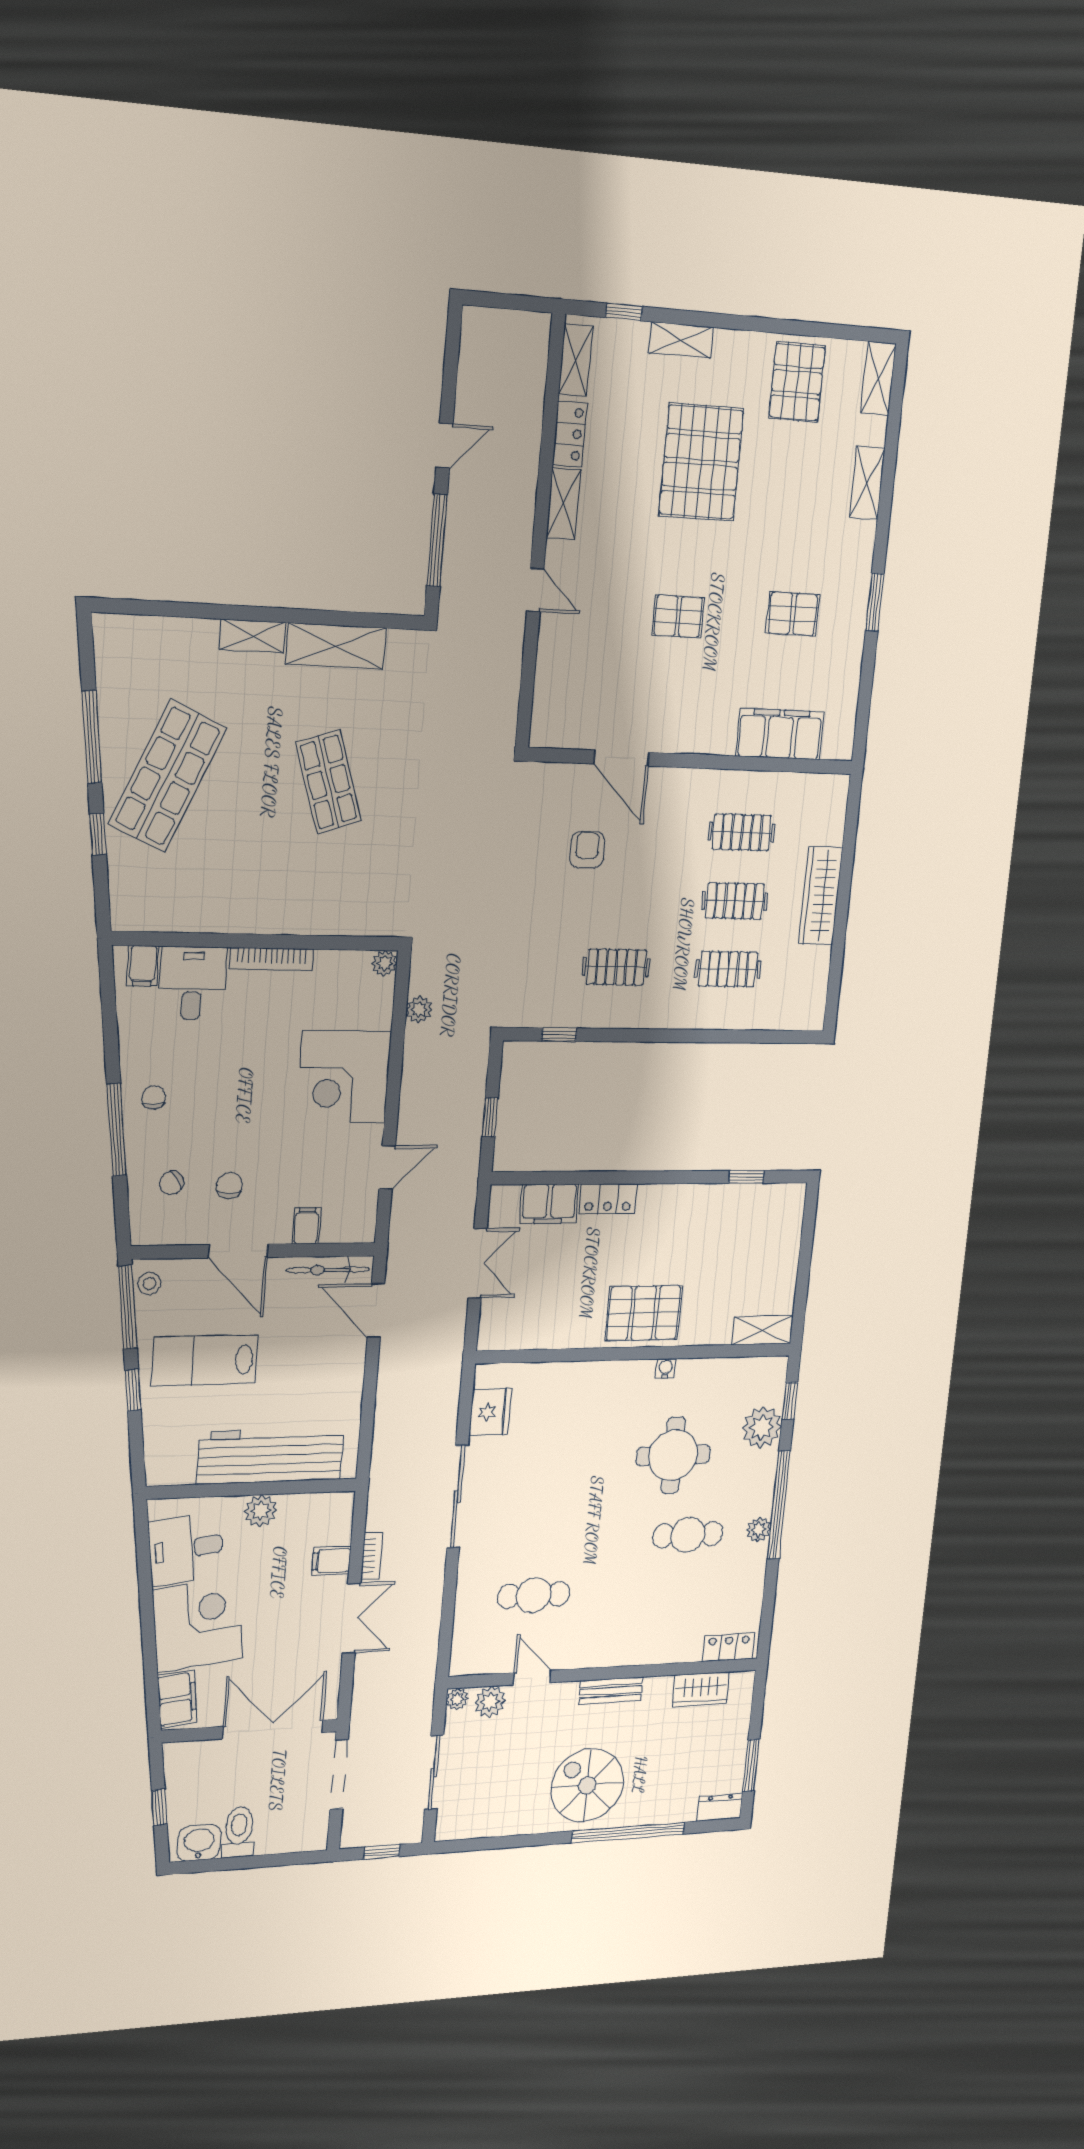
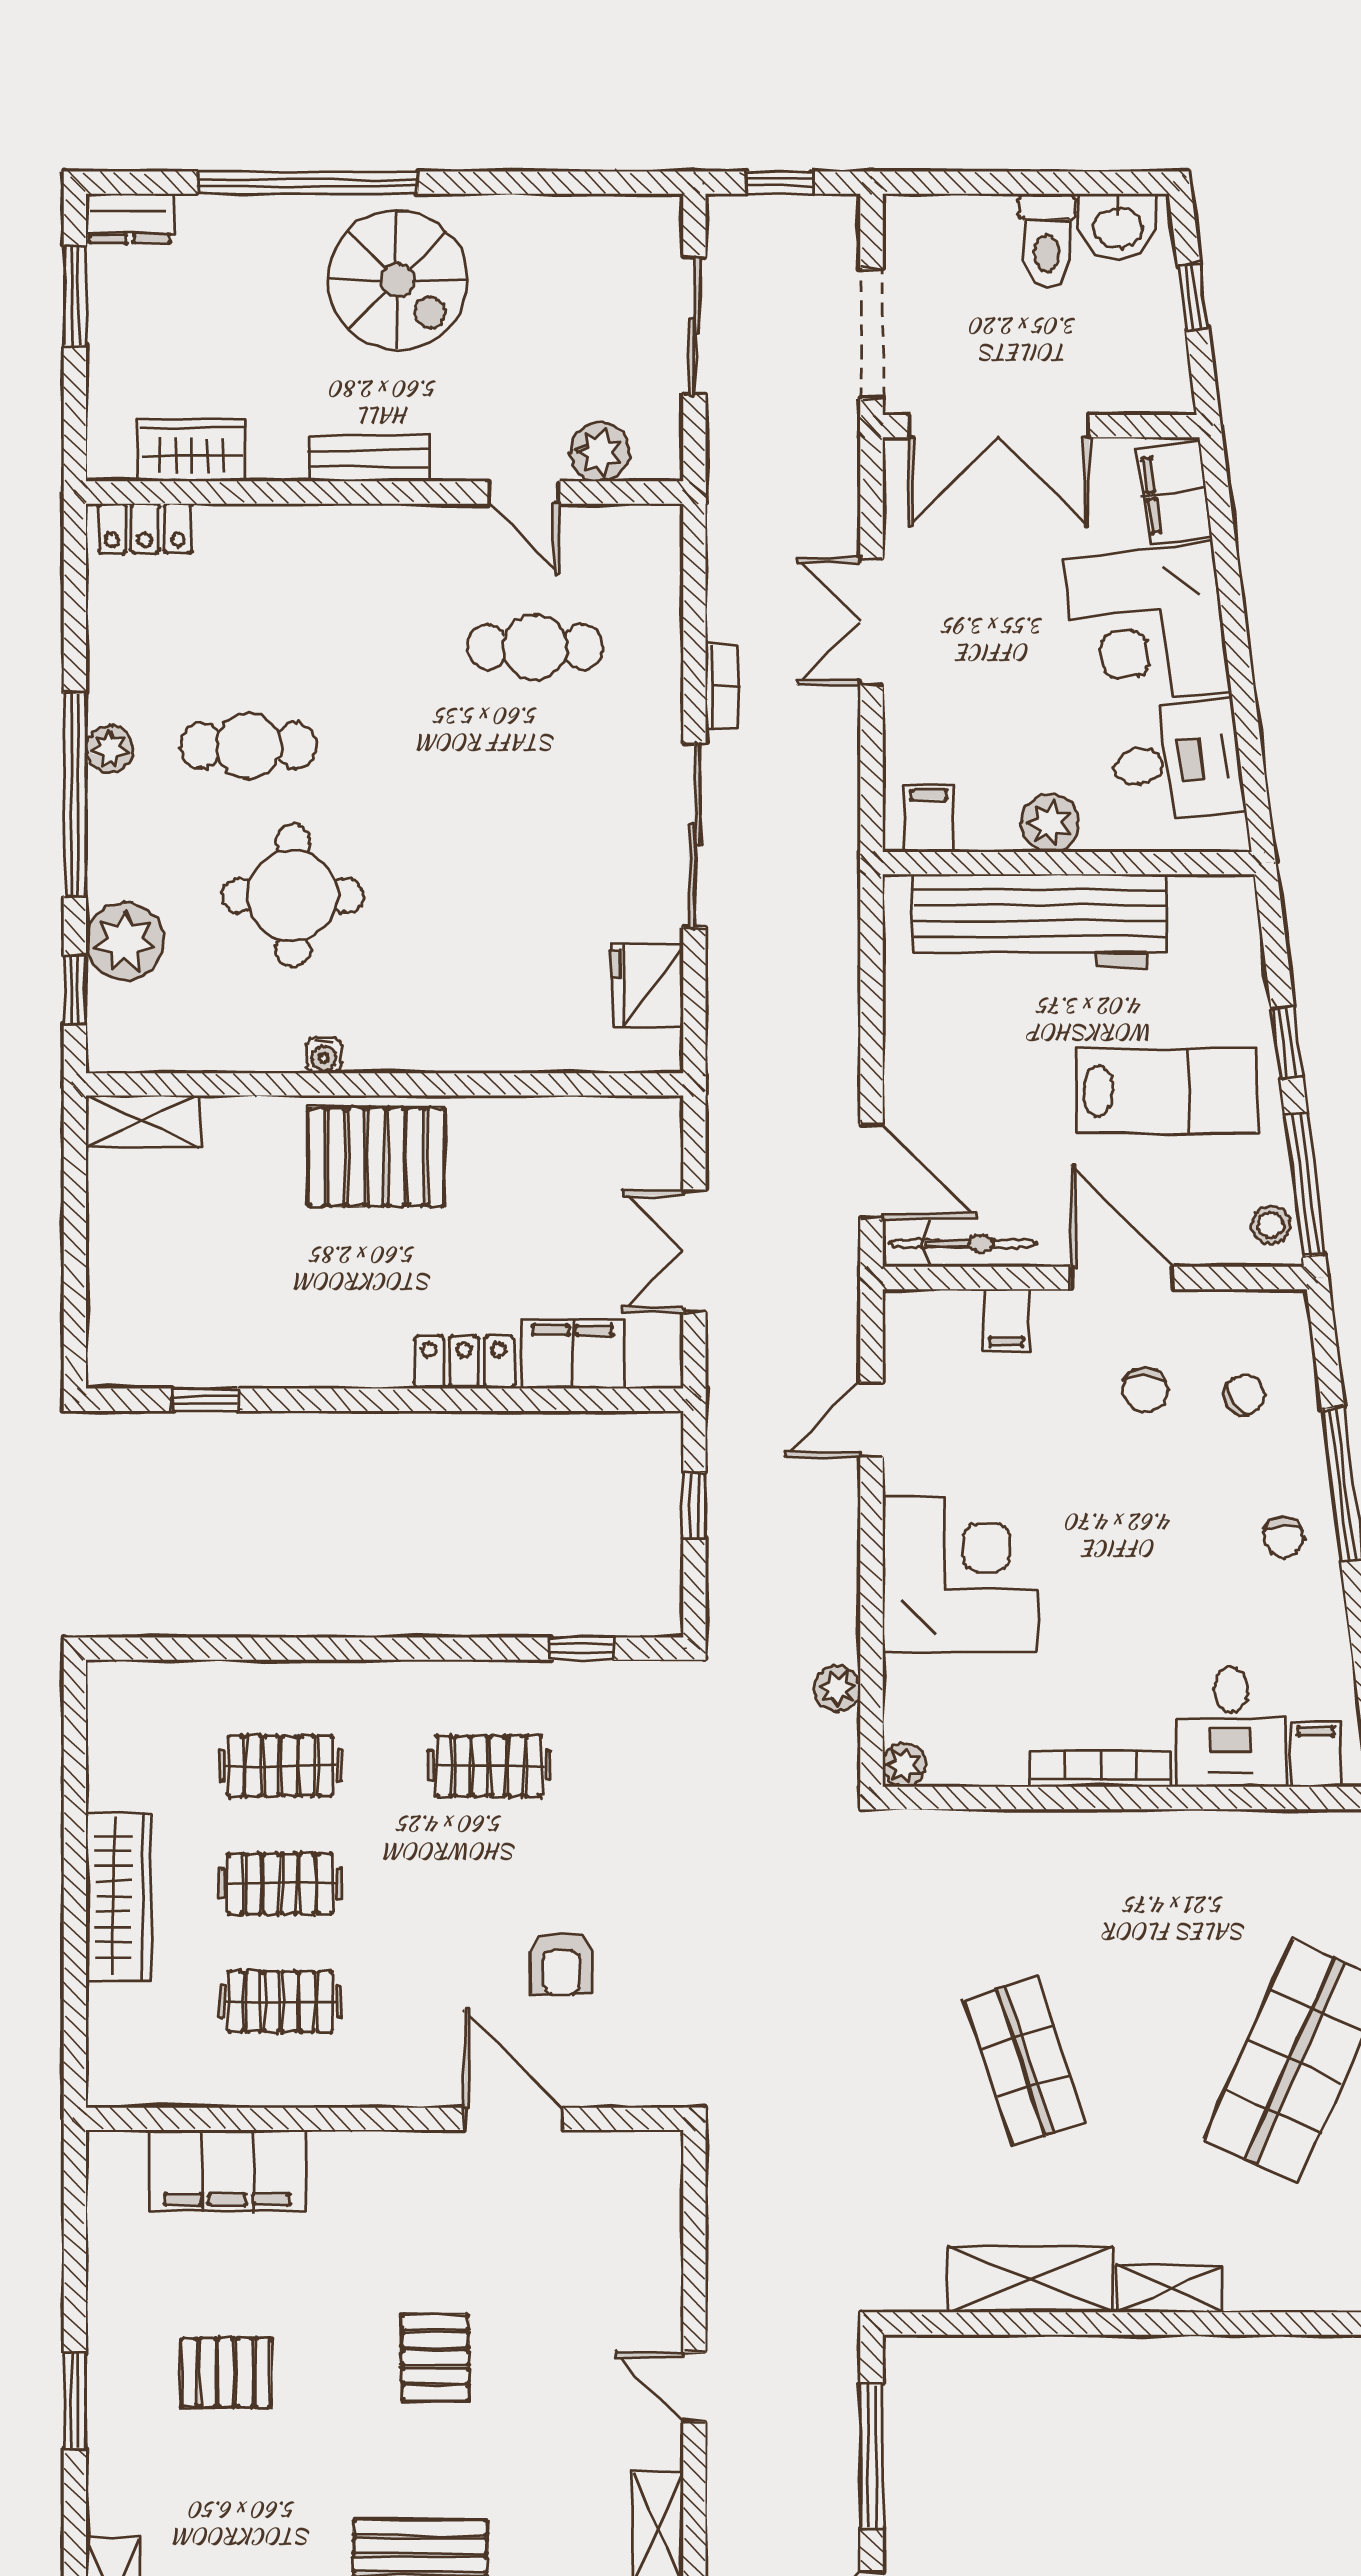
pallet: (678, 616) -> (436, 2358), turned 90
bookcase: (372, 1556) -> (722, 686), moved, turned 180
filing cabinet: (331, 1561) -> (929, 818), moved, turned -90
plant: (457, 1699) -> (663, 461), removed

